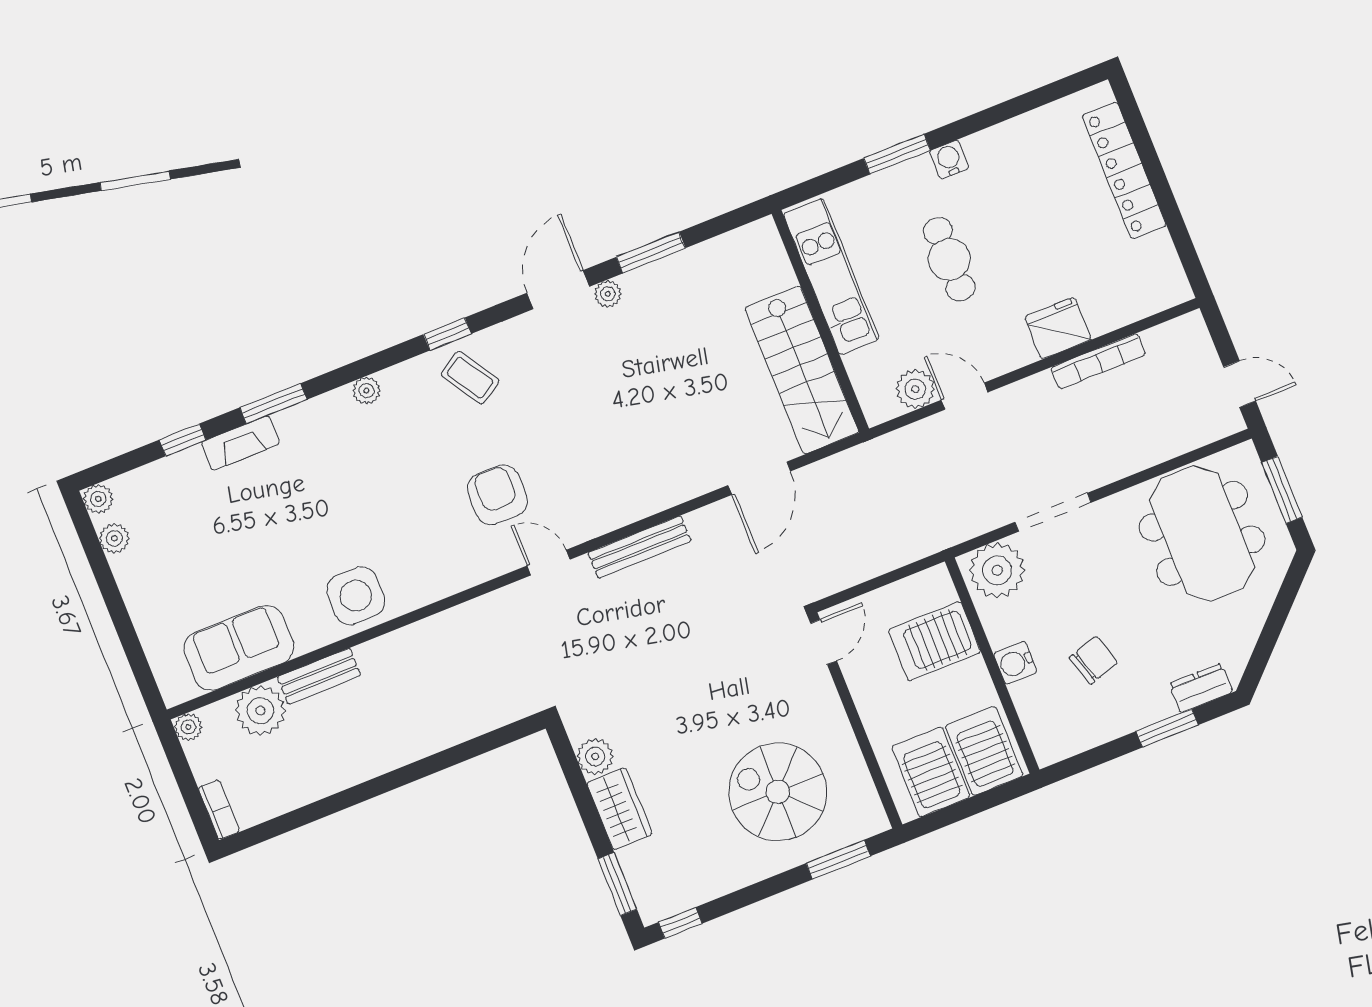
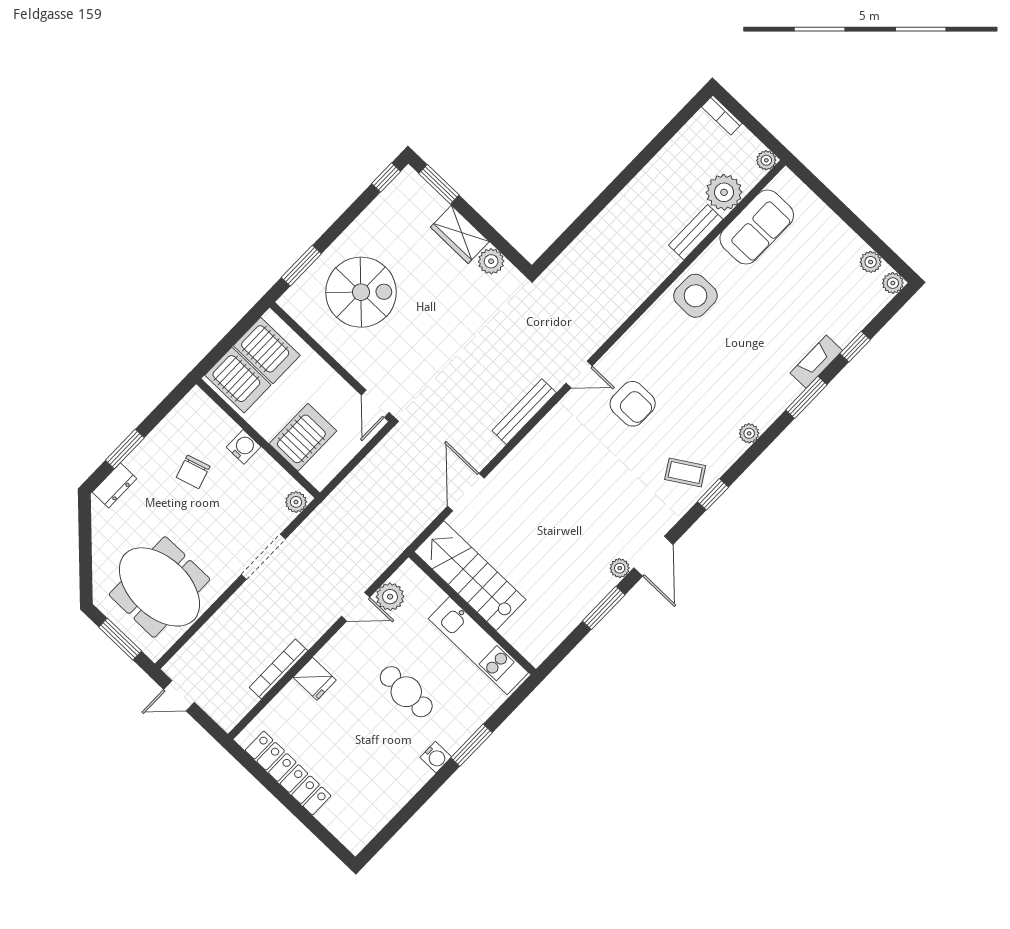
locker: (1124, 170) -> (288, 773), moved
fridge: (1058, 328) -> (315, 679), width x0.72
plant: (997, 570) -> (296, 502), width x0.53, depth x0.53

